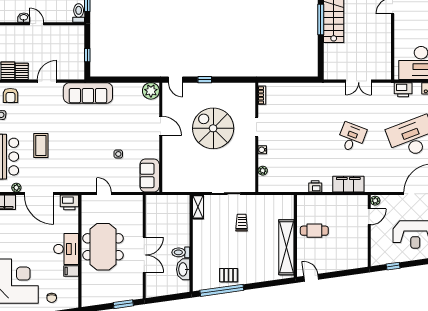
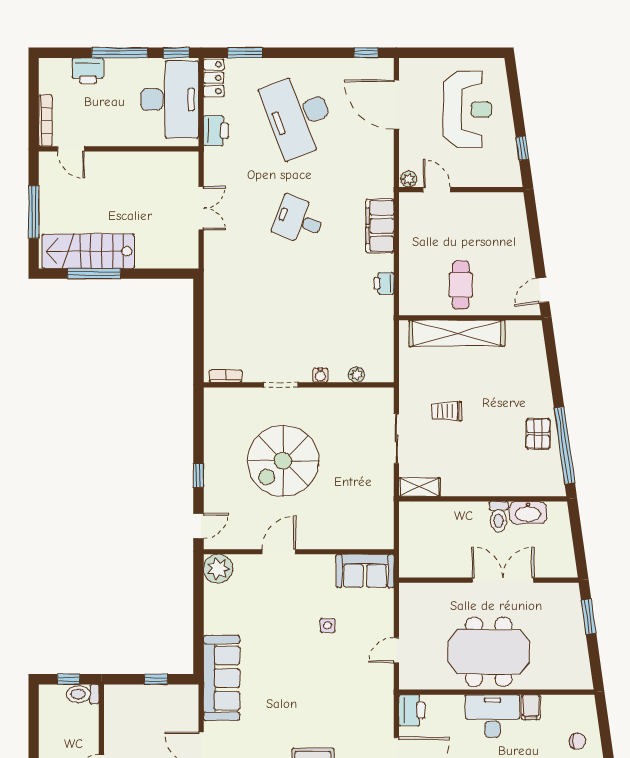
shelving: (286, 247) -> (457, 333), moved

